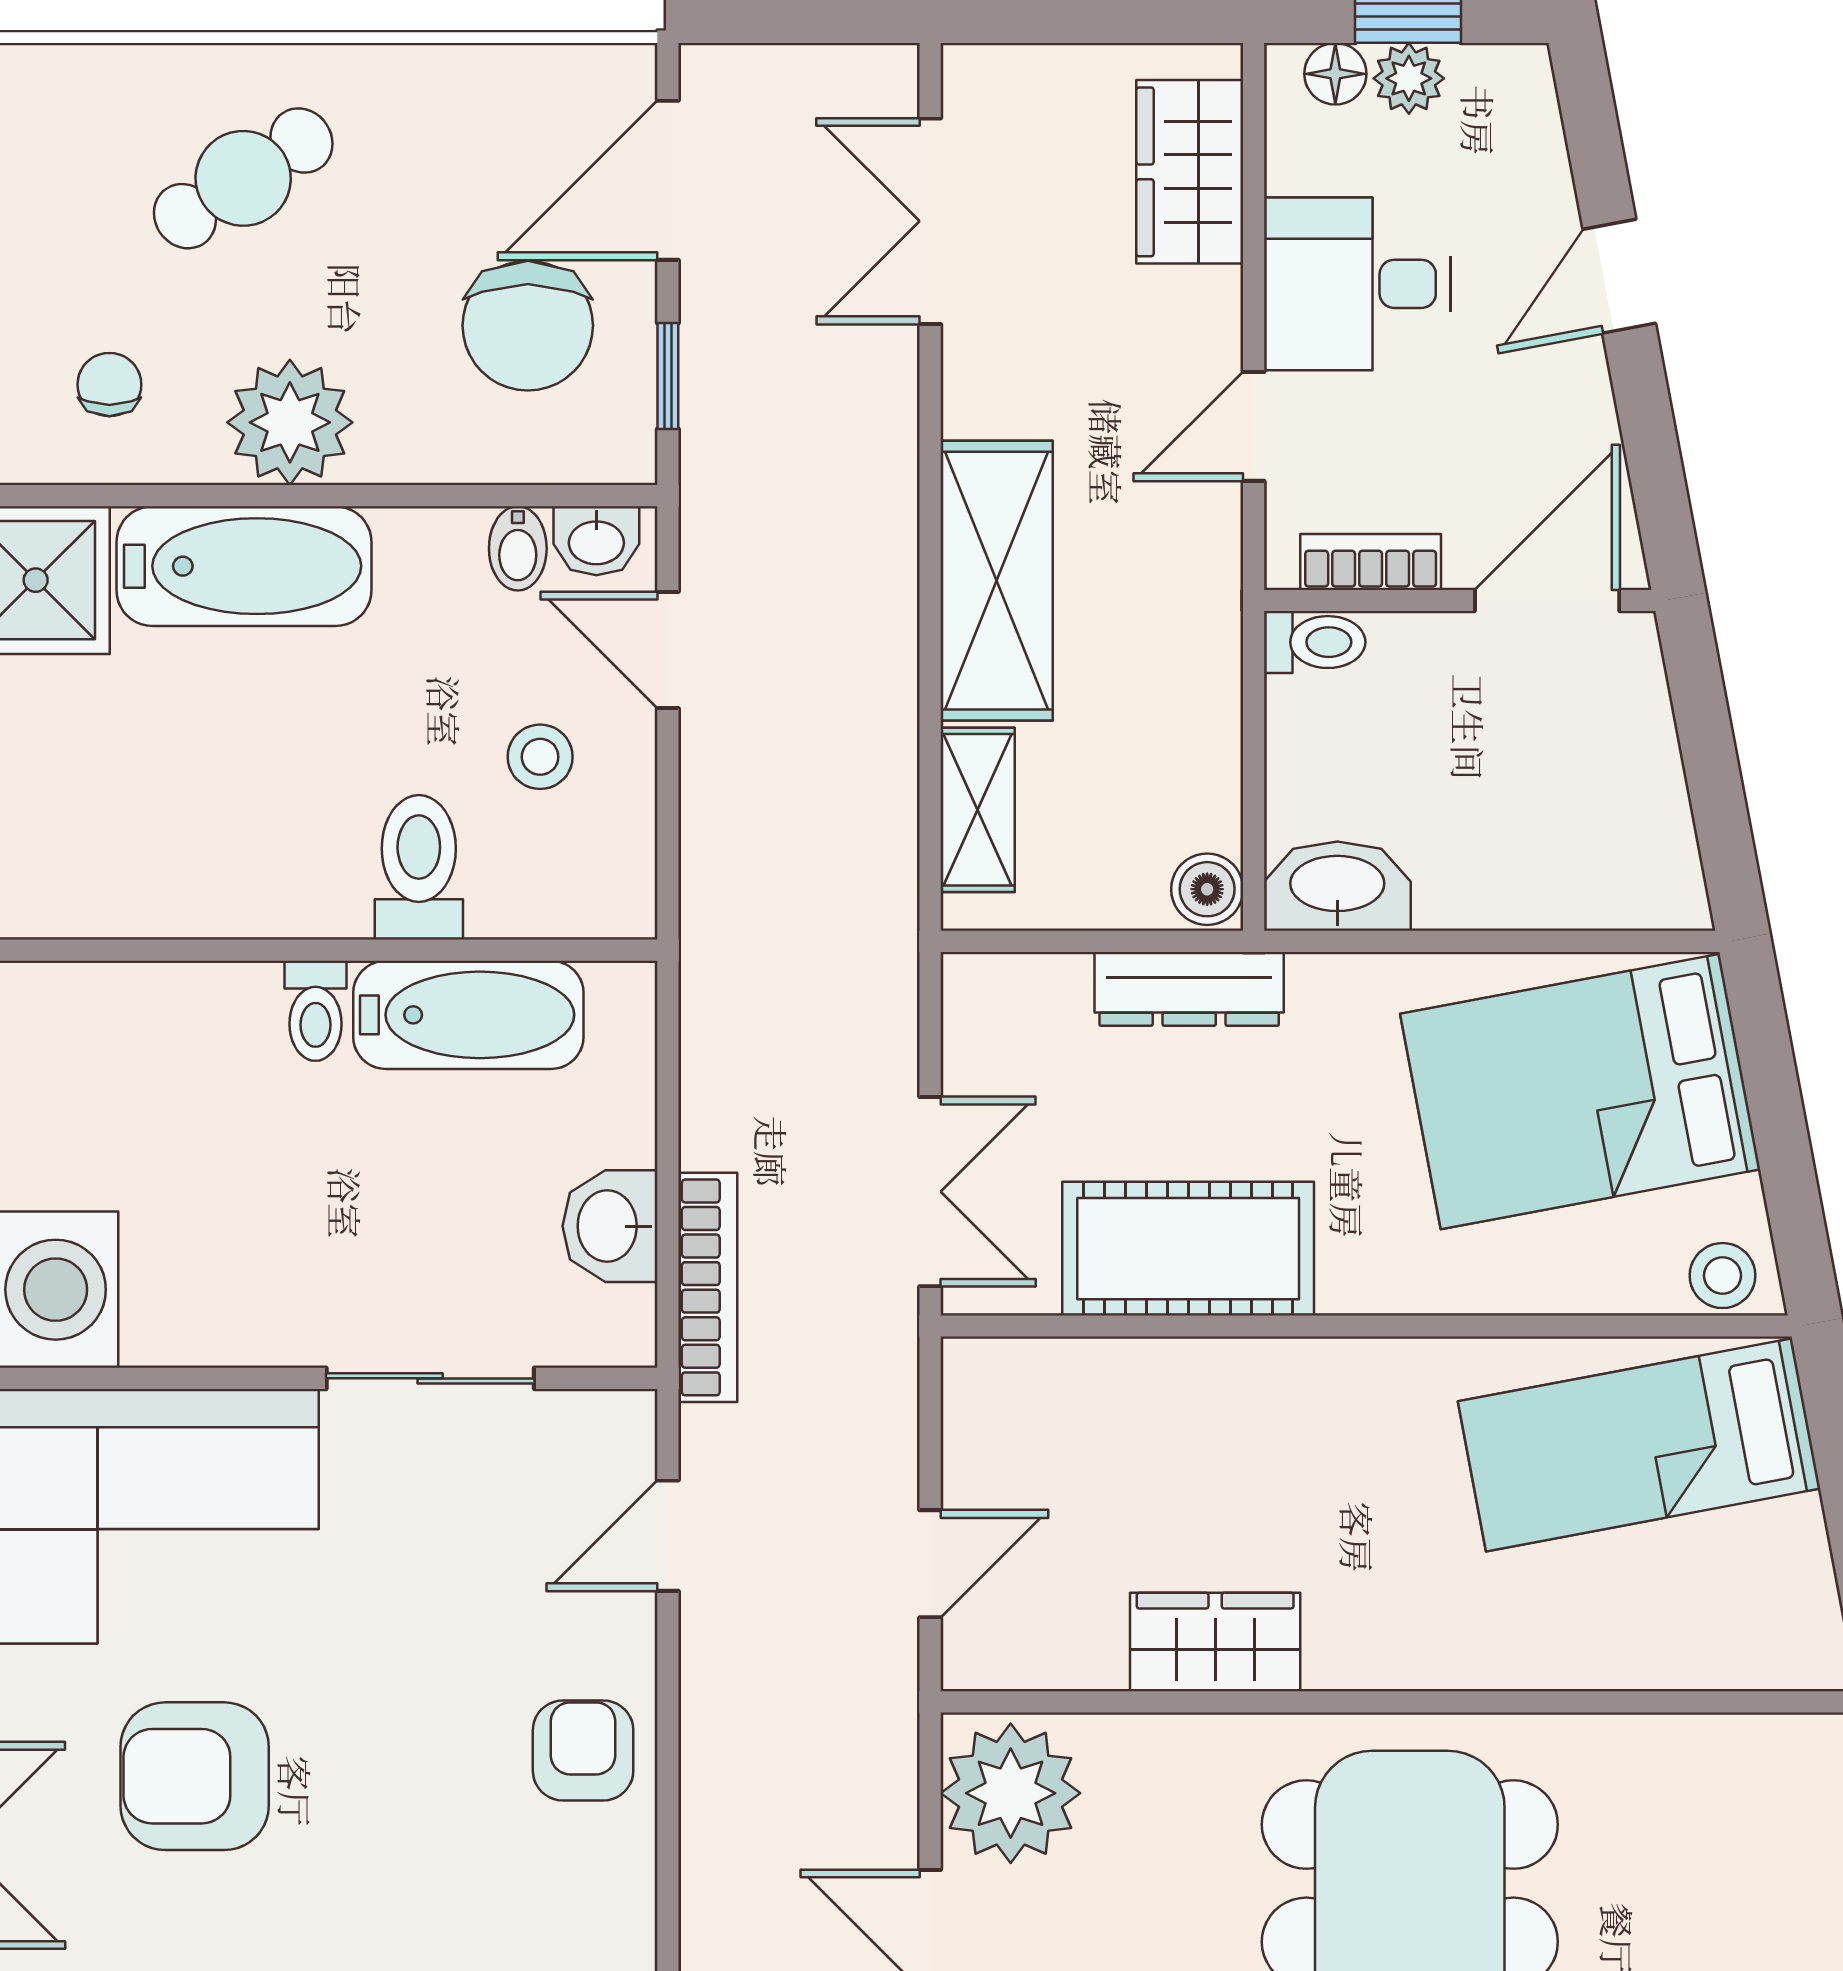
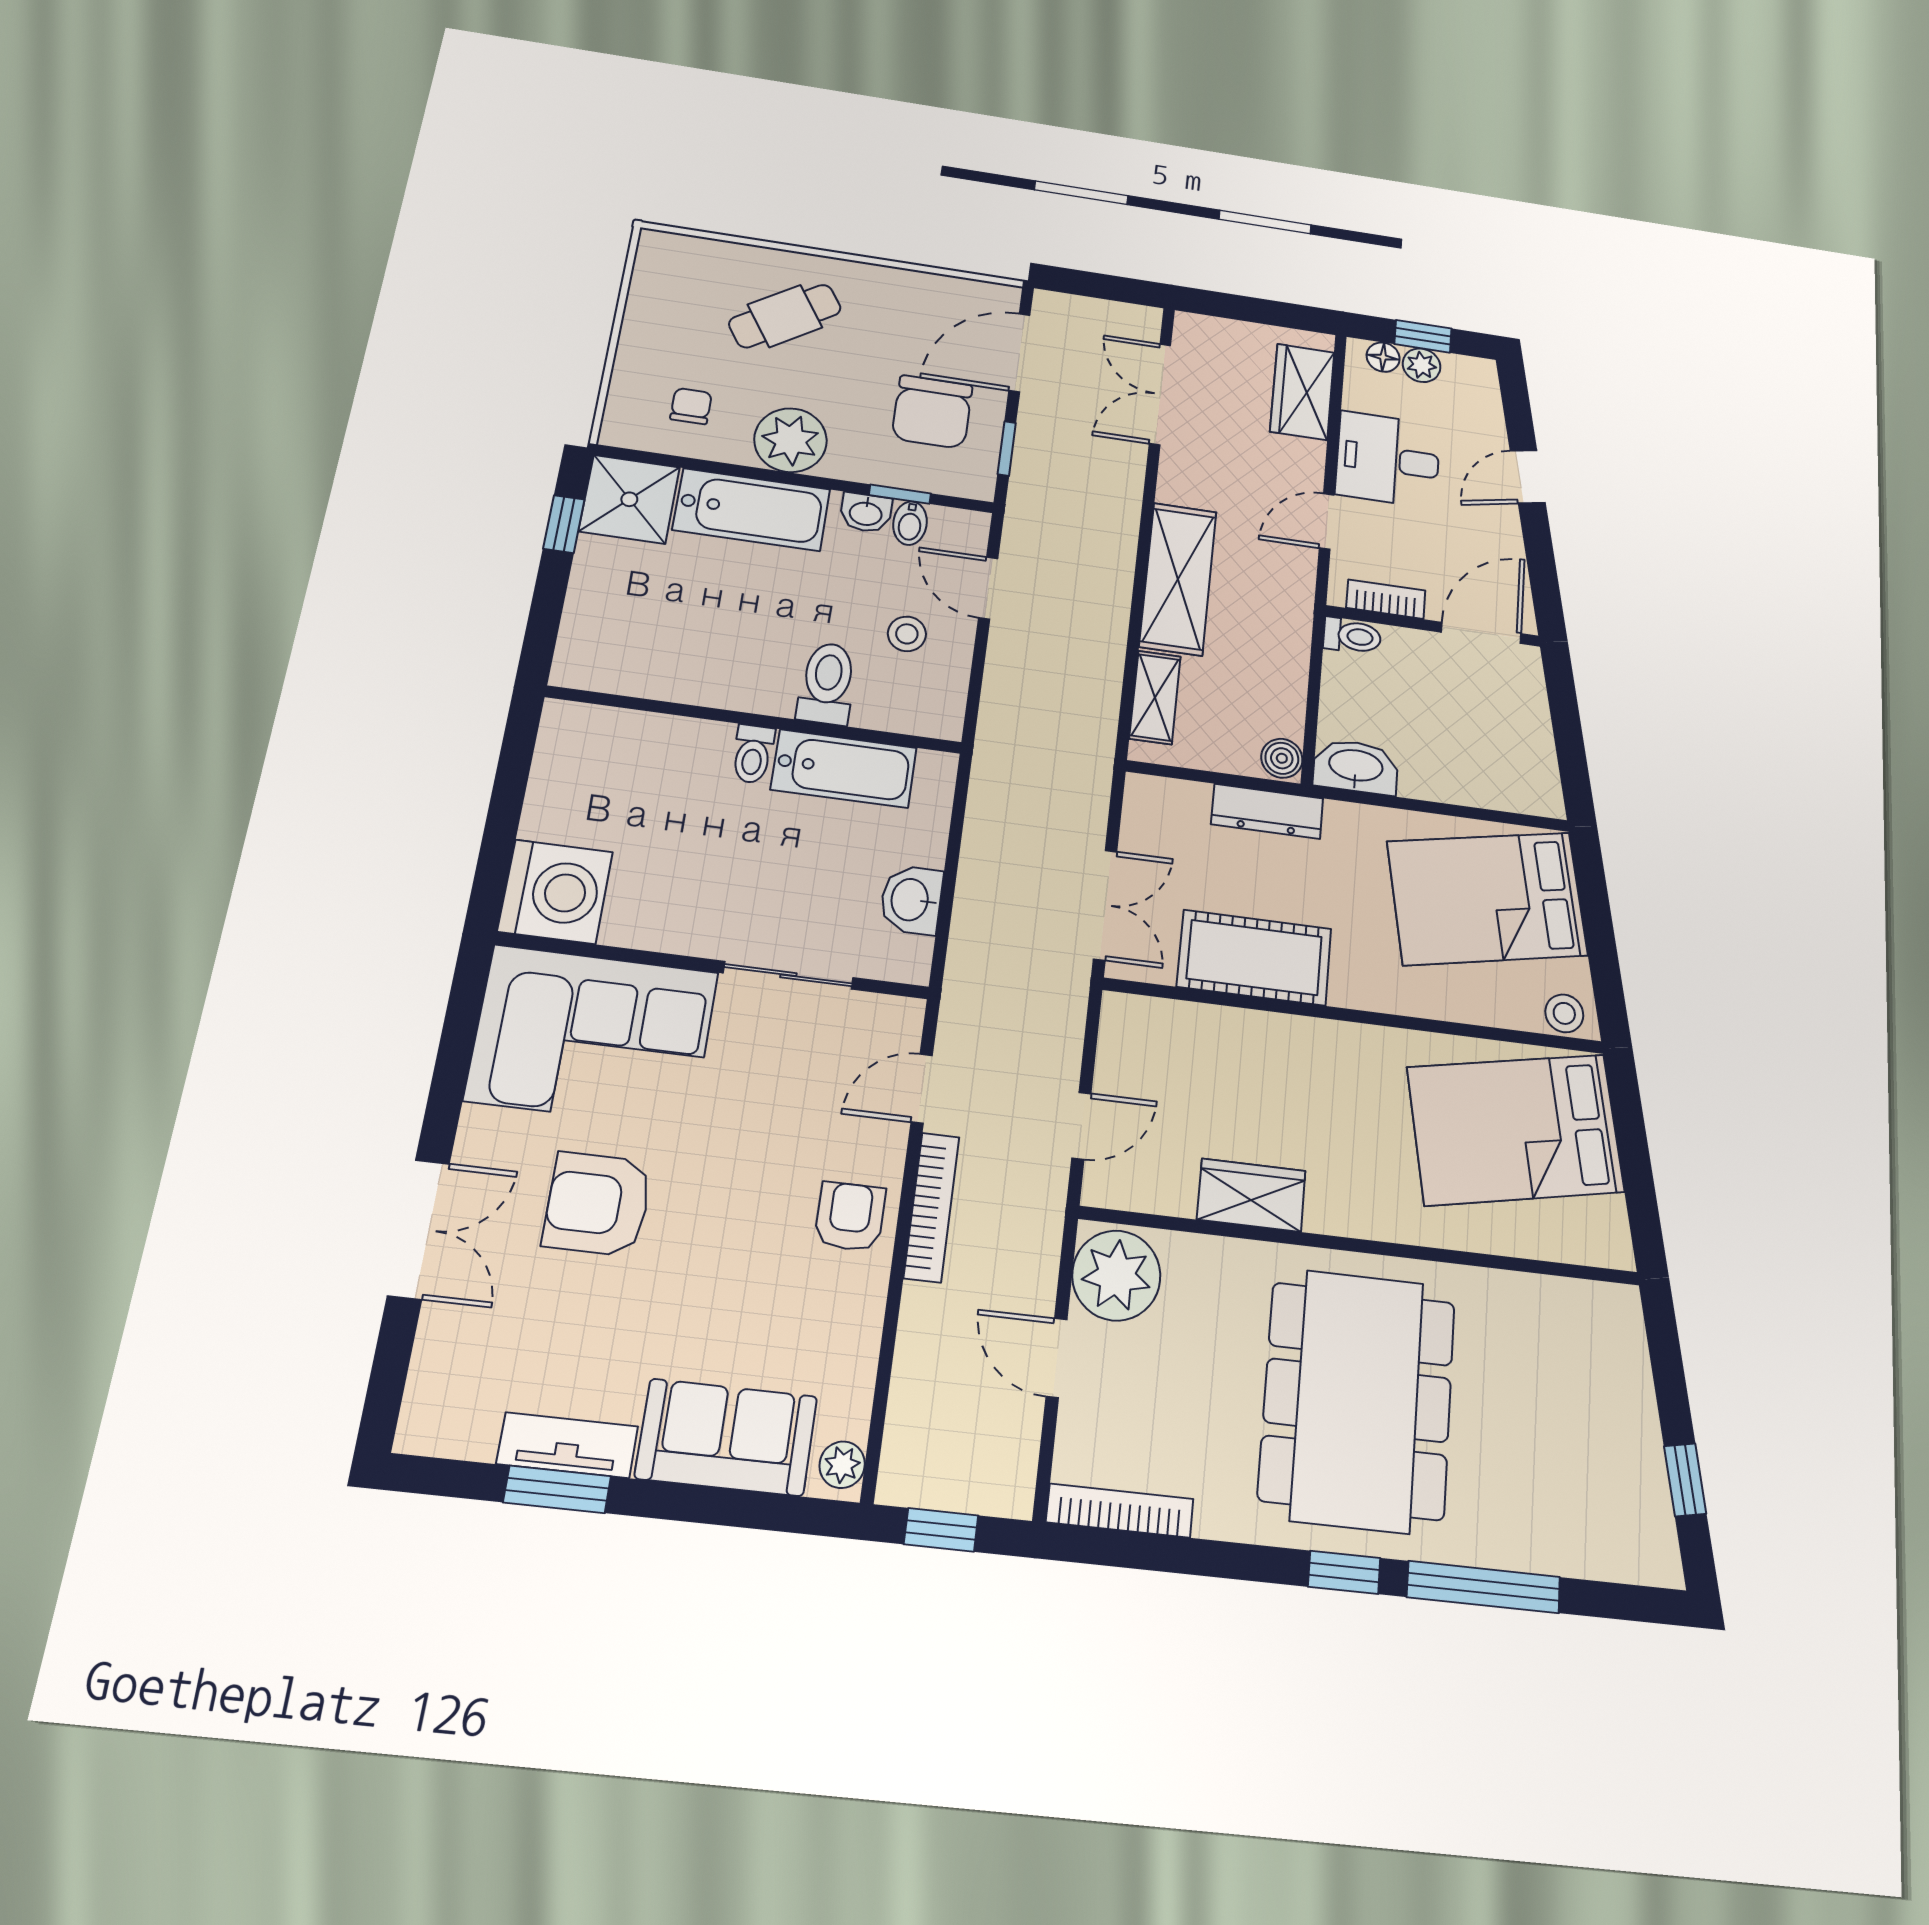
window: (493, 496) -> (900, 494), added
washbasin: (596, 541) -> (866, 513), moved
bookcase: (708, 1287) -> (932, 1207), moved
bed: (1639, 1445) -> (1515, 1129), width x1.50

